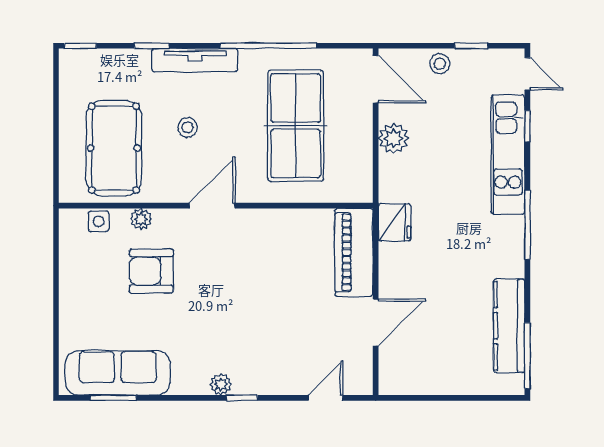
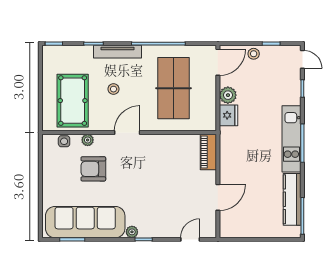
door: (376, 79) -> (218, 62), hinge flipped
kitchen unit: (508, 155) -> (291, 139), moved
fridge: (395, 222) -> (229, 115), moved
piano: (354, 252) -> (208, 152), width x0.73, depth x0.75
sofa: (118, 373) -> (85, 222), width x1.36, depth x1.27

